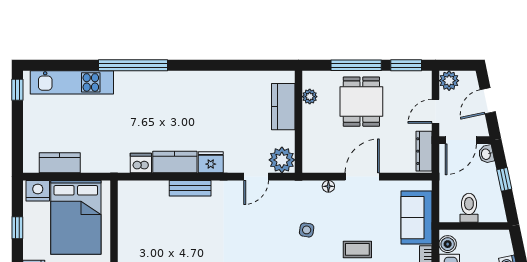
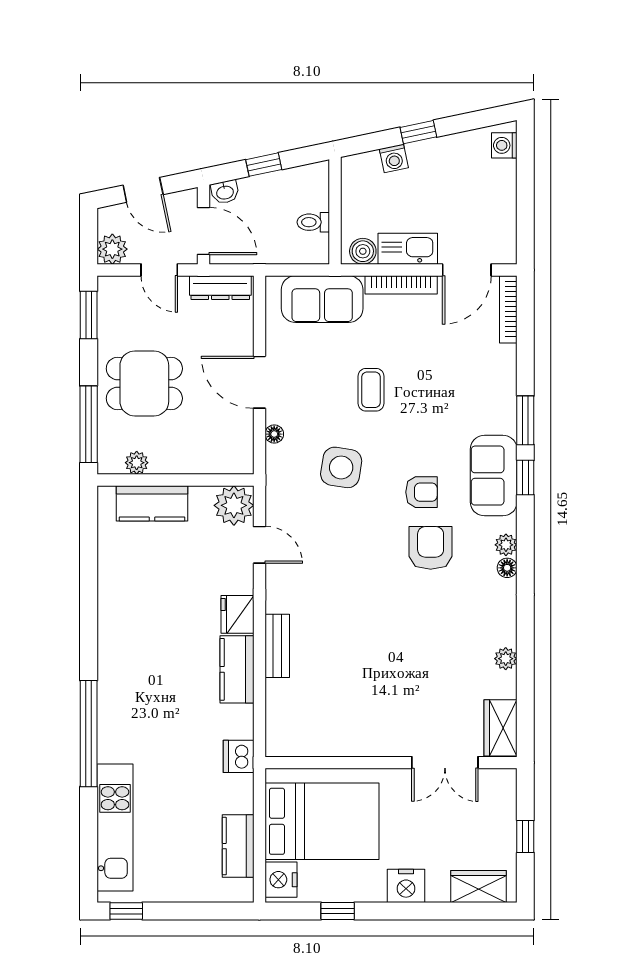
window: (356, 65) -> (89, 424), moved
dishwasher: (141, 163) -> (239, 756), moved
toilet: (469, 208) -> (313, 222), width x0.73, depth x0.72
side table: (307, 230) -> (341, 467), width x1.87, depth x1.87

